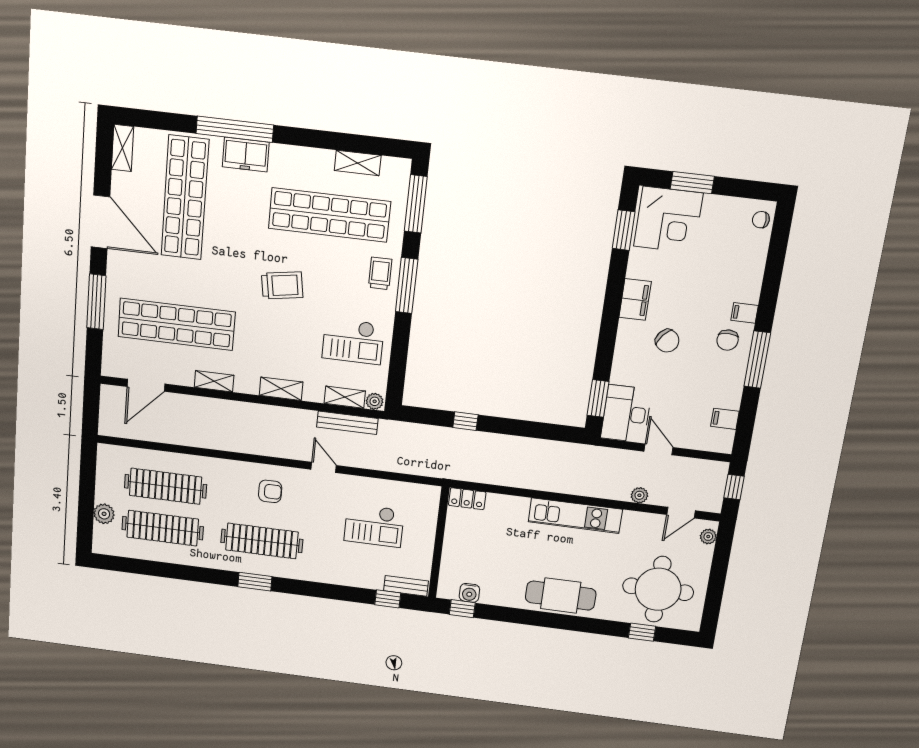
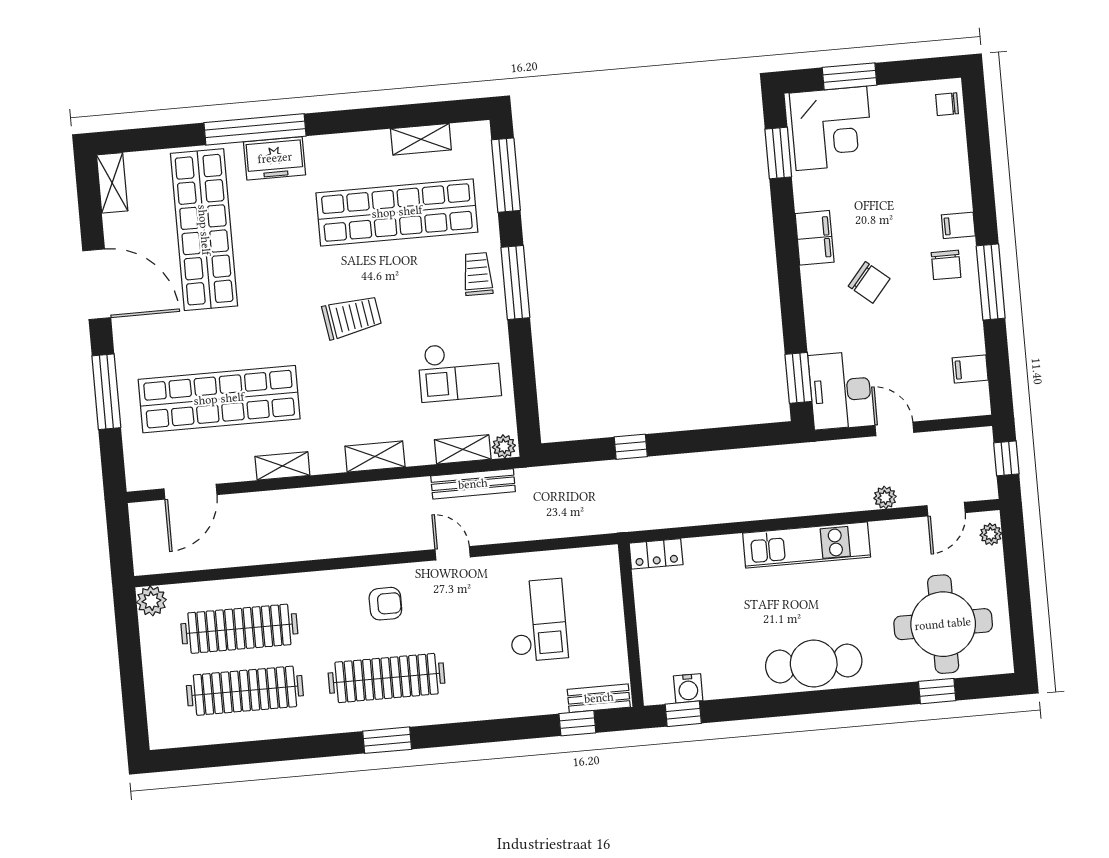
plant: (104, 514) -> (151, 601), moved
checkout: (374, 525) -> (537, 620), turned -90

